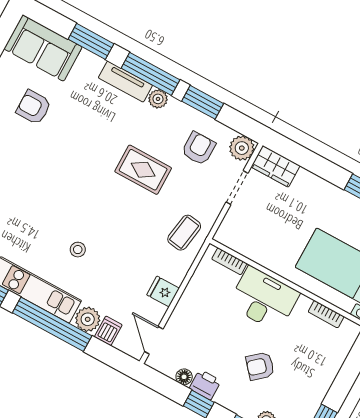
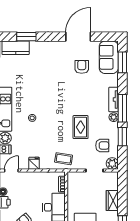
window: (91, 41) -> (122, 62), moved
wardrobe: (275, 166) -> (112, 200), moved

